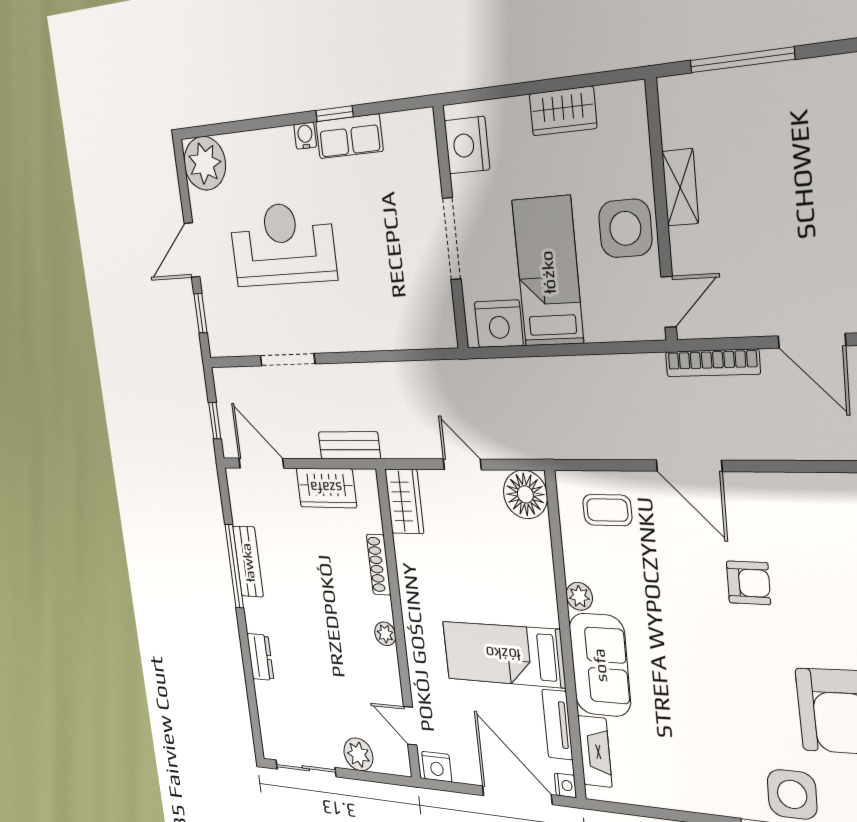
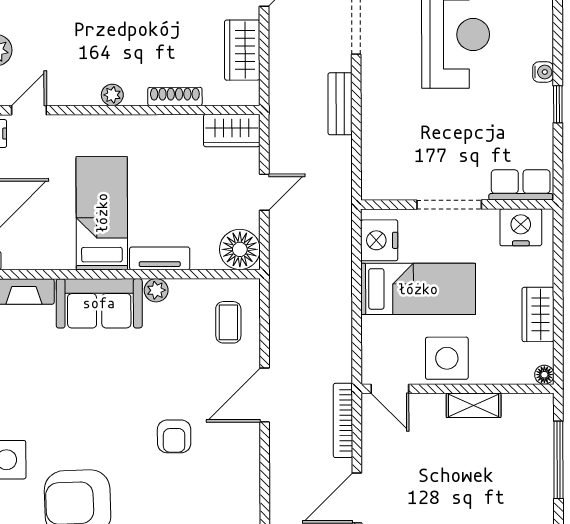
floor lamp: (634, 94) -> (544, 375), added
row of seats: (349, 136) -> (521, 185), moved, turned 90
bench: (349, 445) -> (340, 104), moved
tv unit: (557, 725) -> (160, 258), moved

